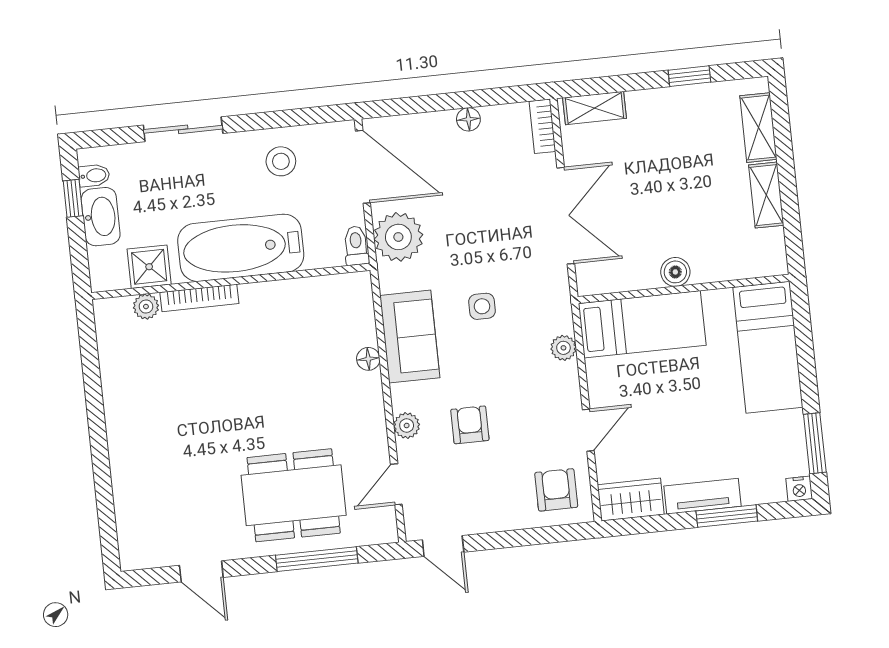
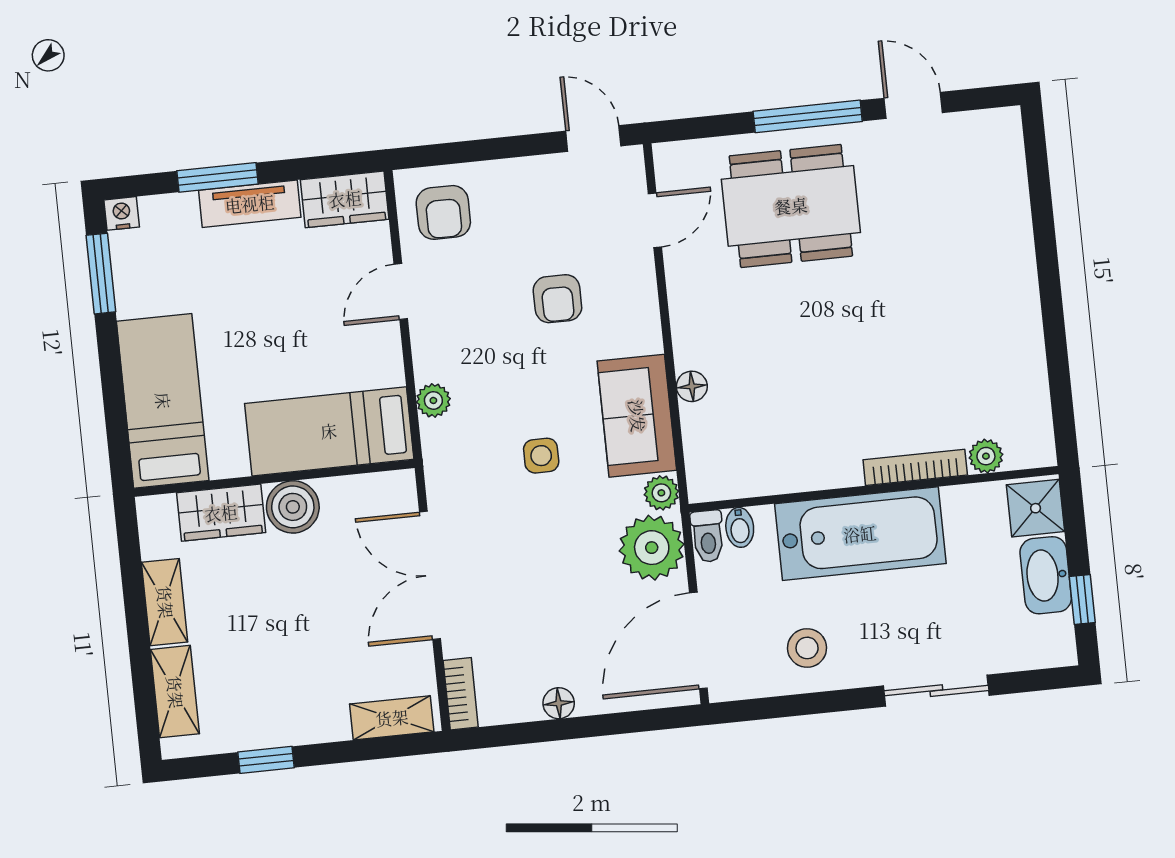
door: (363, 167) -> (698, 640), hinge flipped
bidet: (94, 176) -> (740, 527), moved, turned -90
wardrobe: (724, 263) -> (221, 513), added
shower: (149, 267) -> (1036, 508), moved
boiler: (675, 272) -> (293, 507), width x1.36, depth x1.36
plant: (407, 426) -> (661, 493), moved
window: (317, 559) -> (808, 116), moved

